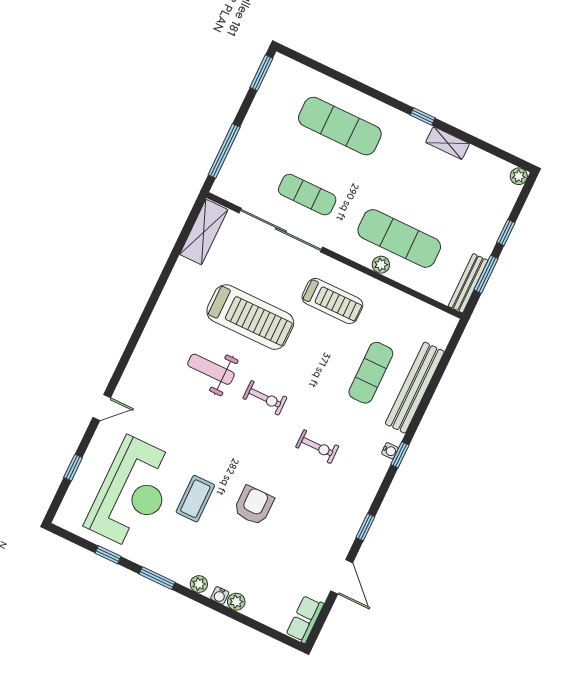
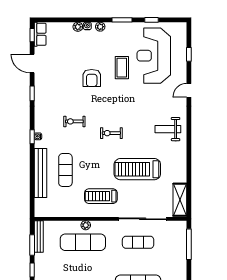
weight bench: (211, 369) -> (168, 129), moved, turned 180
window: (319, 624) -> (32, 35), added

